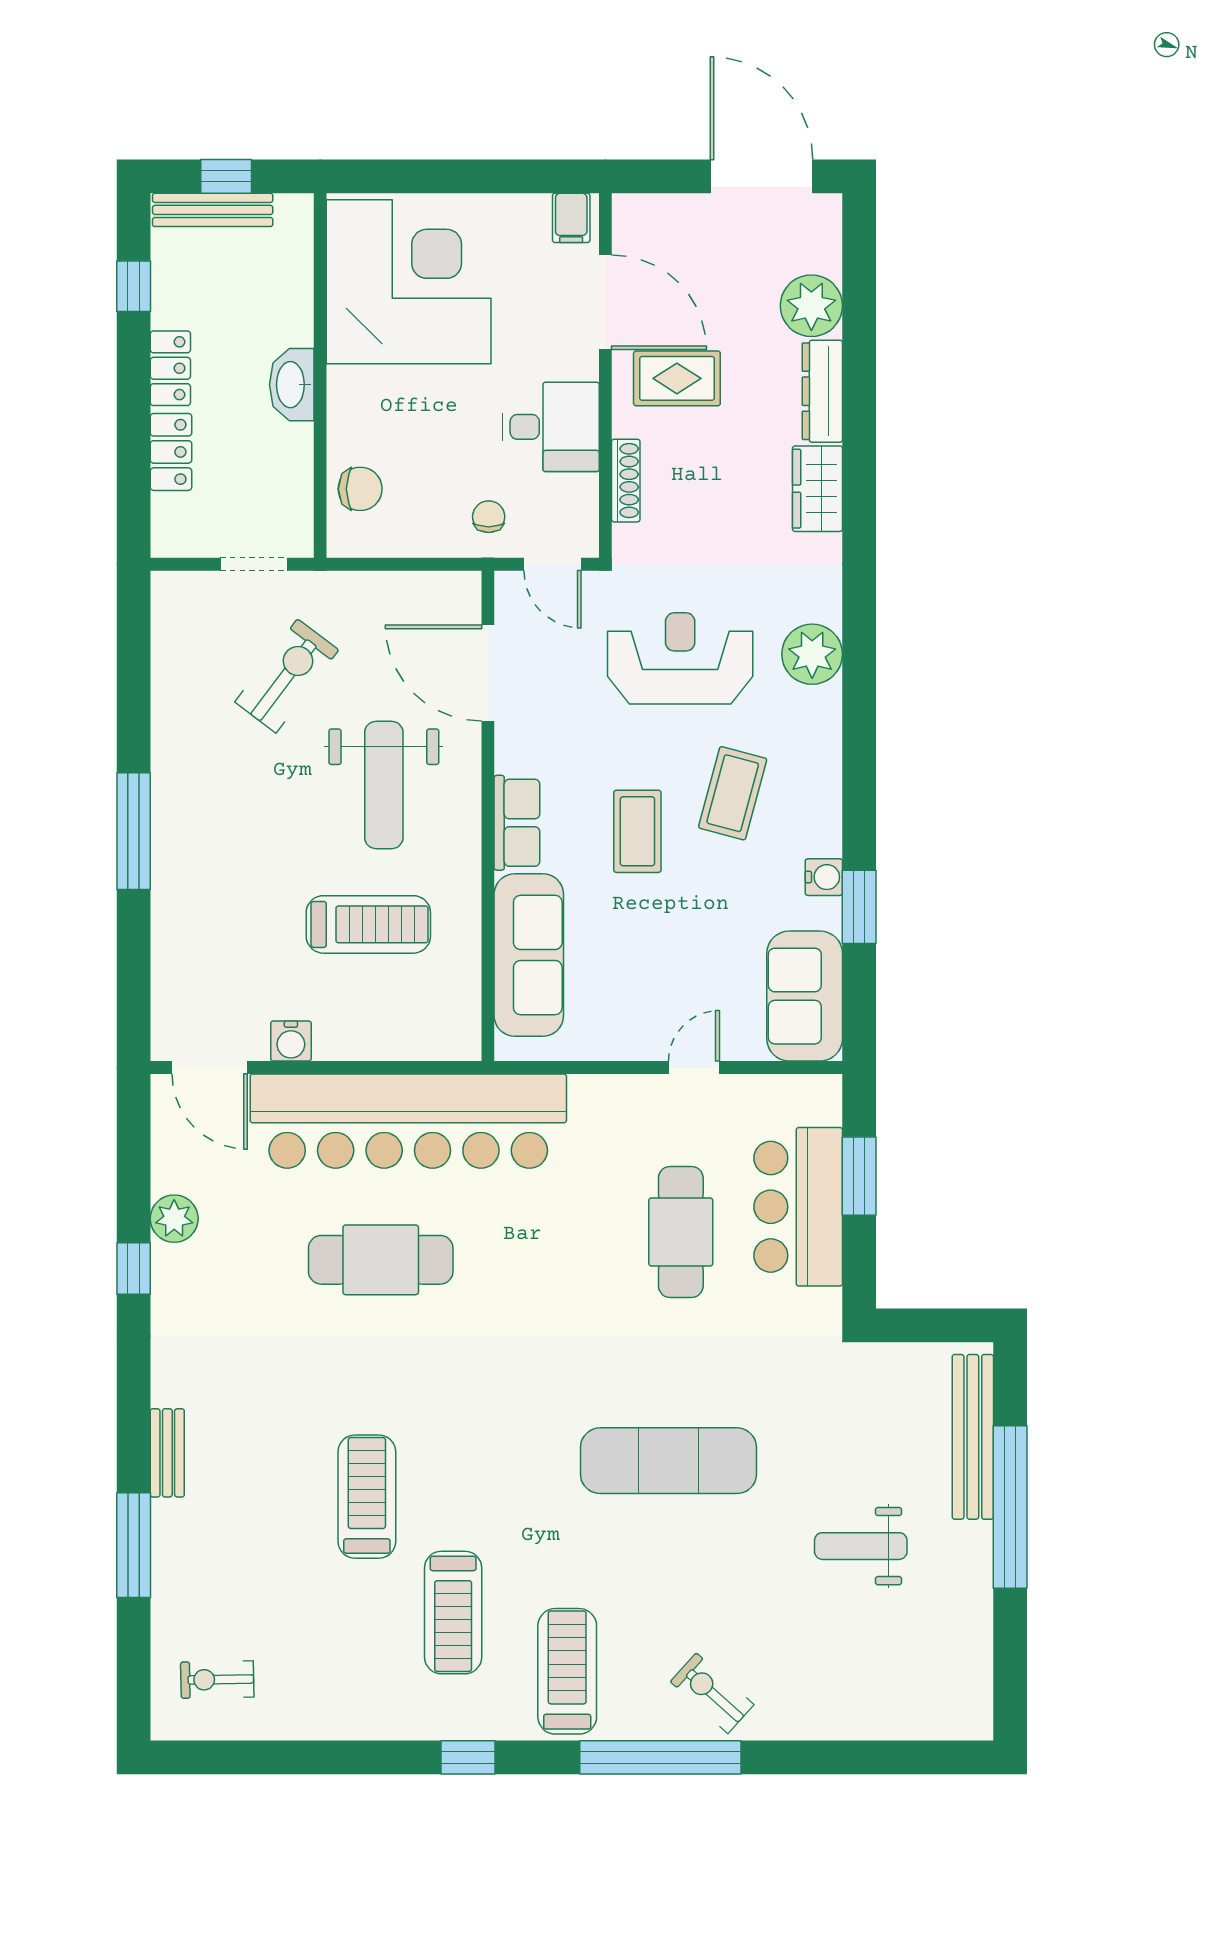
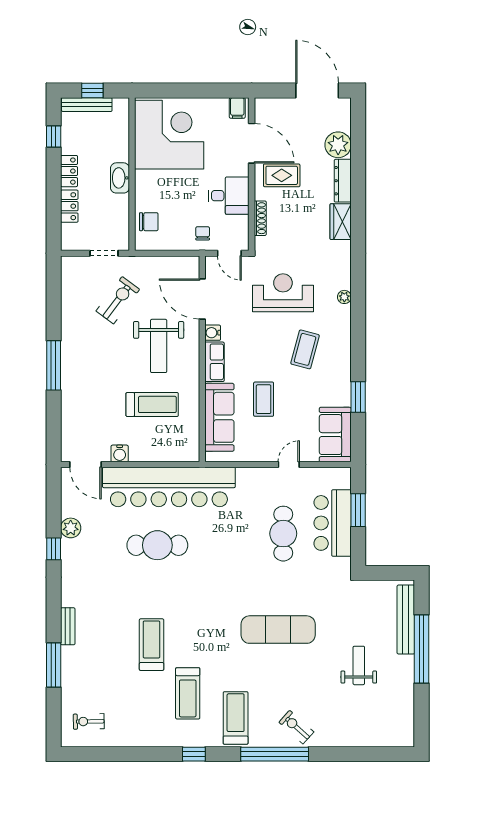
plant: (812, 654) -> (344, 297), width x0.53, depth x0.53
coffee table: (637, 831) -> (264, 399), moved
water cooler: (824, 877) -> (213, 333), moved, turned 180
weight bench: (861, 1546) -> (359, 665), turned 90

